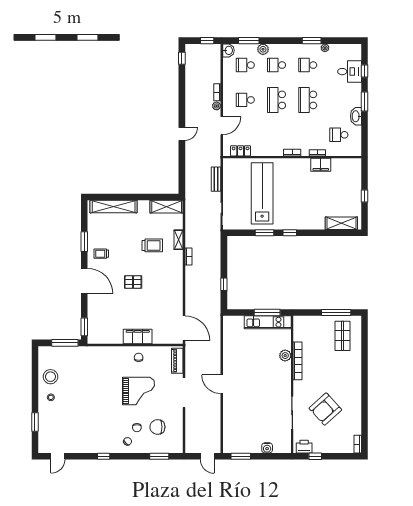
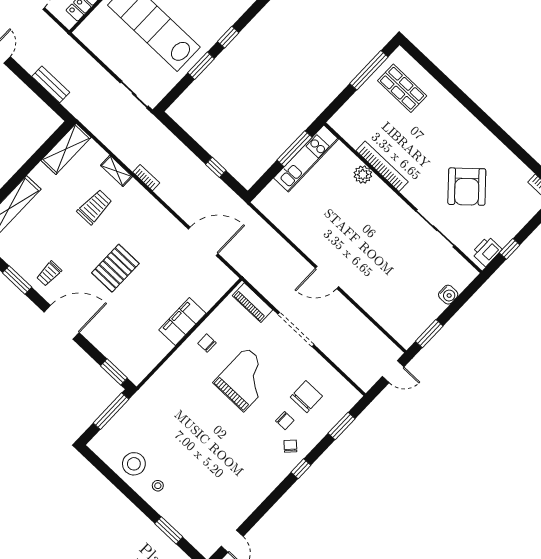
bench: (216, 179) -> (51, 84), moved
pallet: (133, 282) -> (115, 268), width x1.50, depth x1.42
door: (184, 328) -> (203, 241), moved
chair: (157, 427) -> (306, 397), turned 180
window: (104, 456) -> (301, 469), moved

